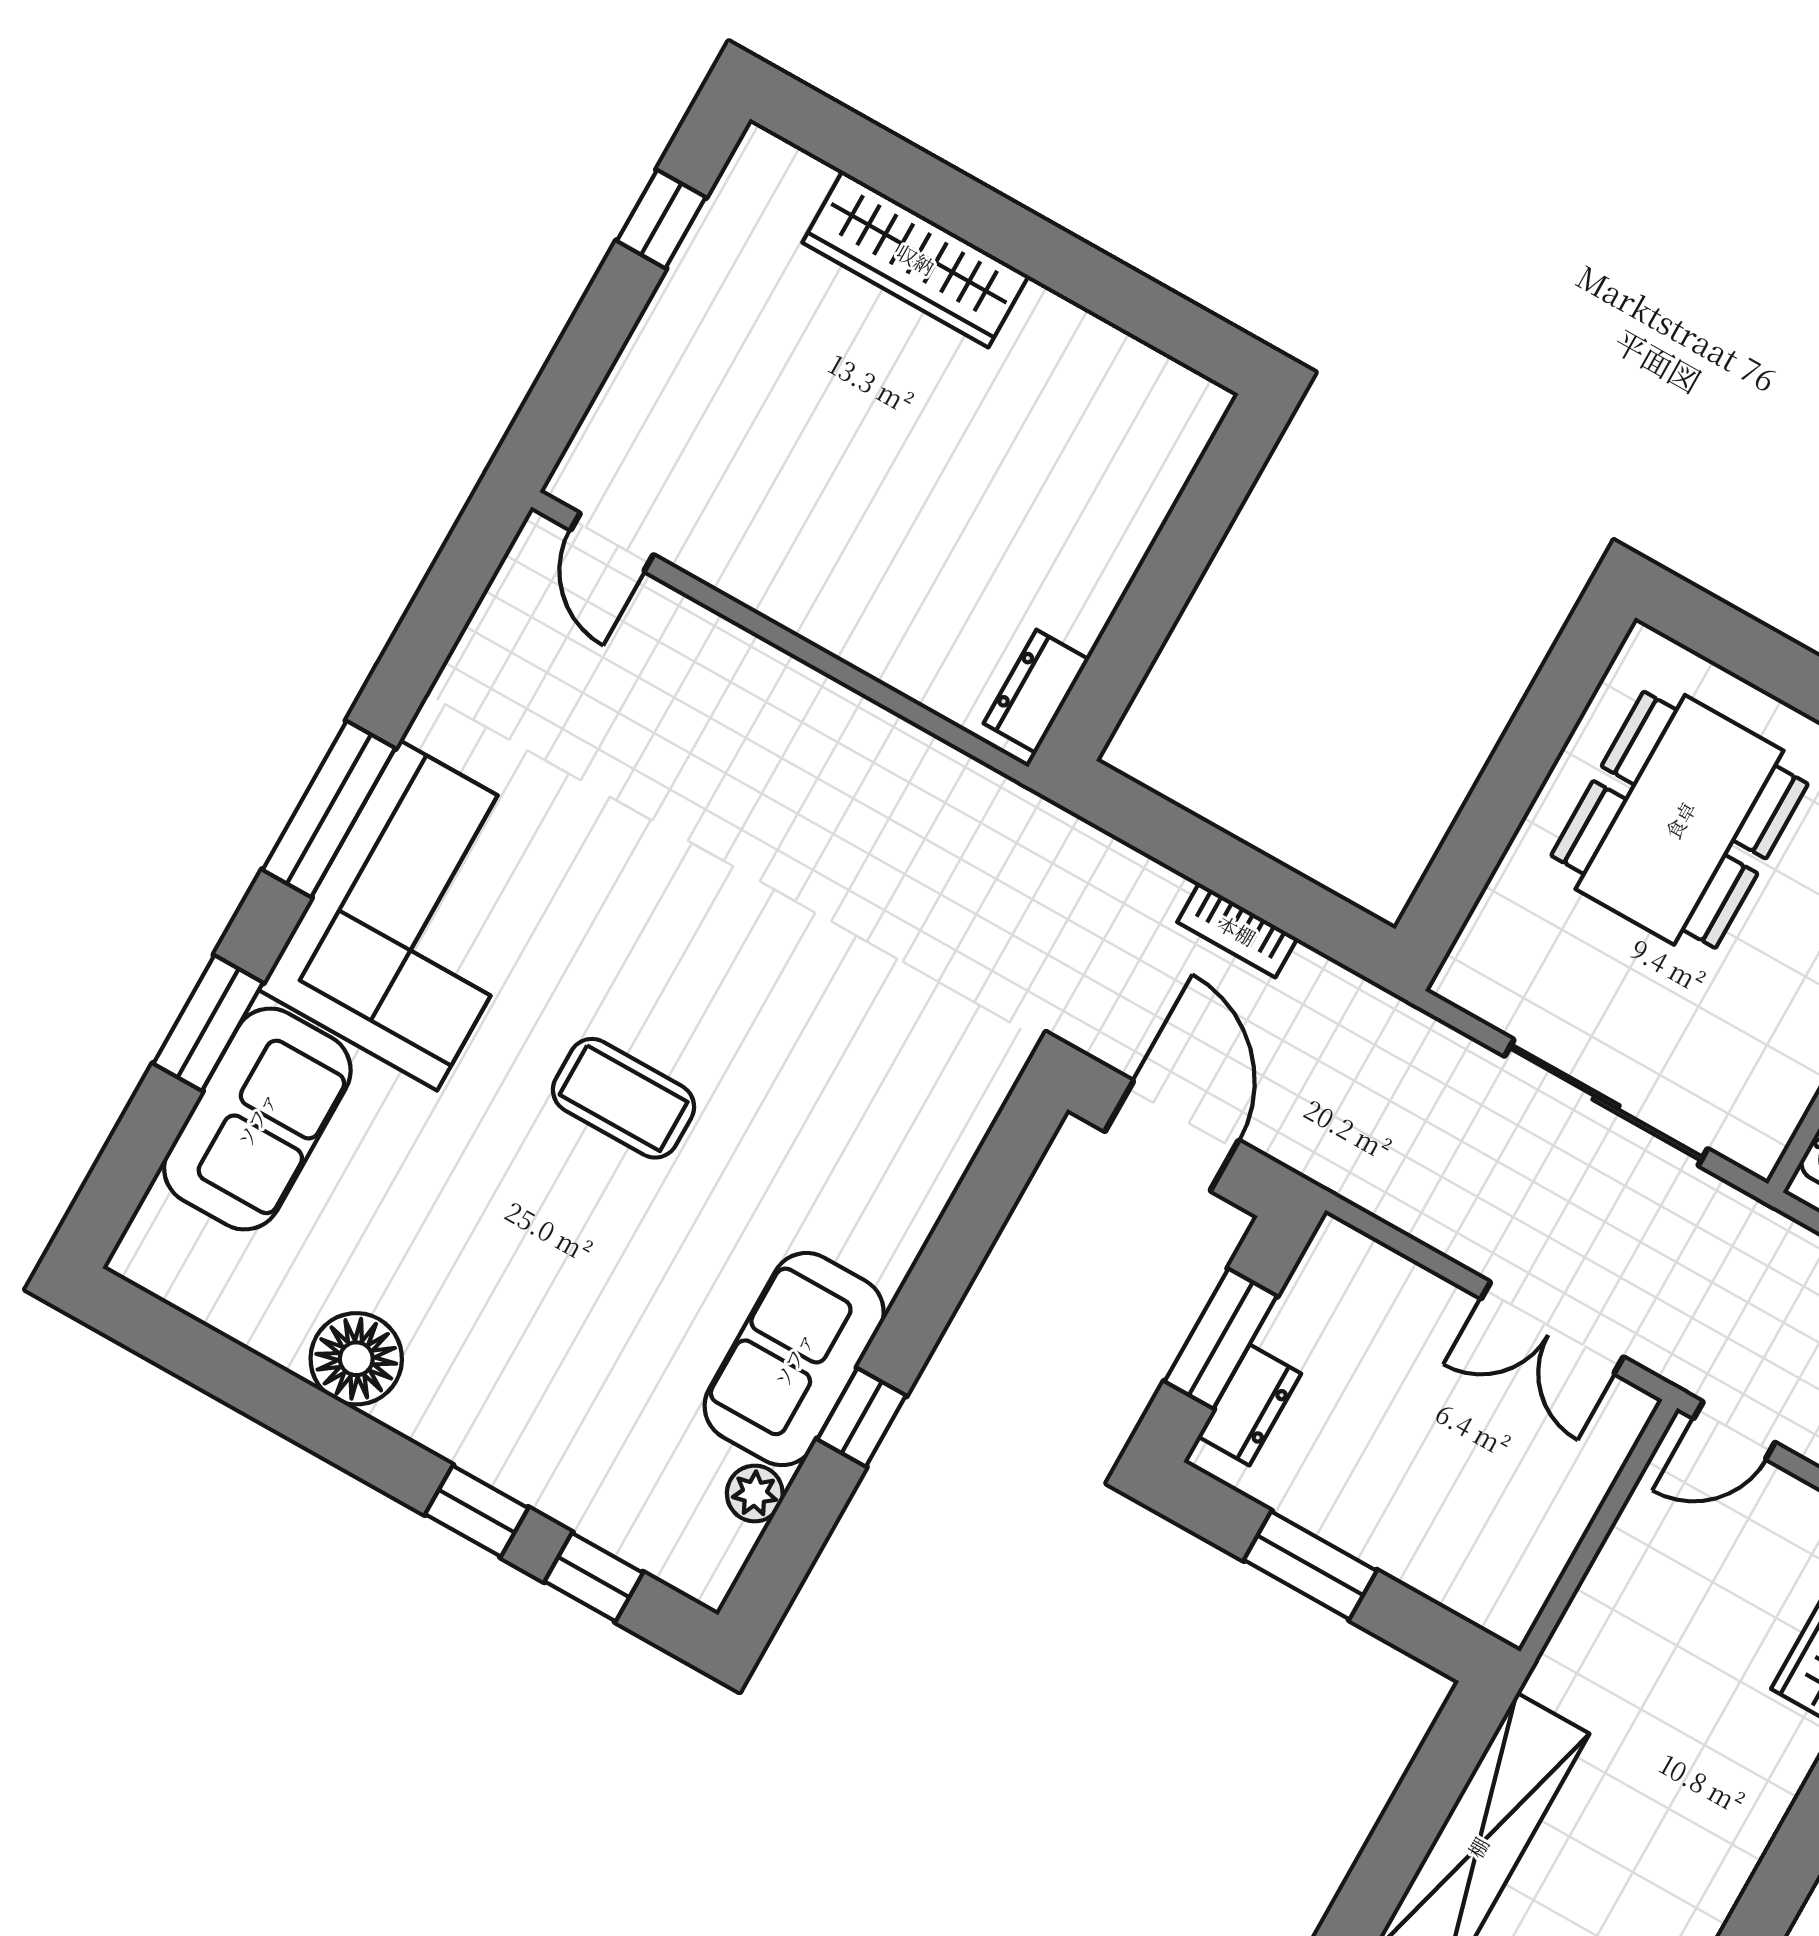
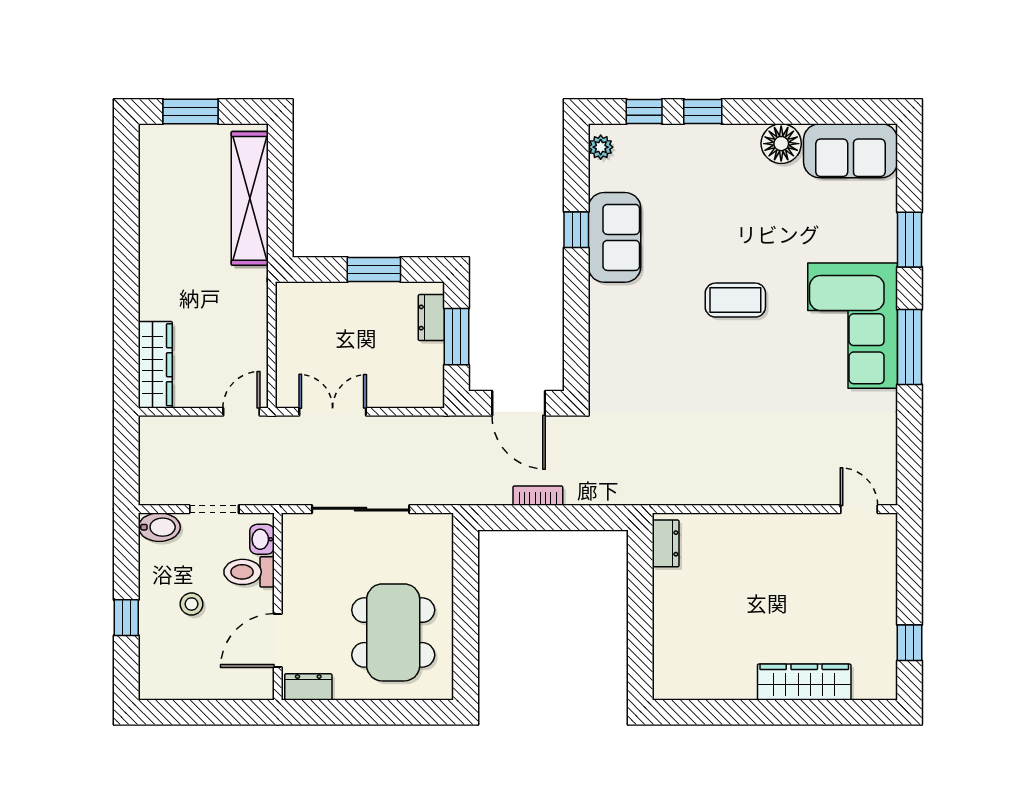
sofa: (257, 1119) -> (851, 151), moved, turned -90
plant: (755, 1493) -> (601, 147), moved

